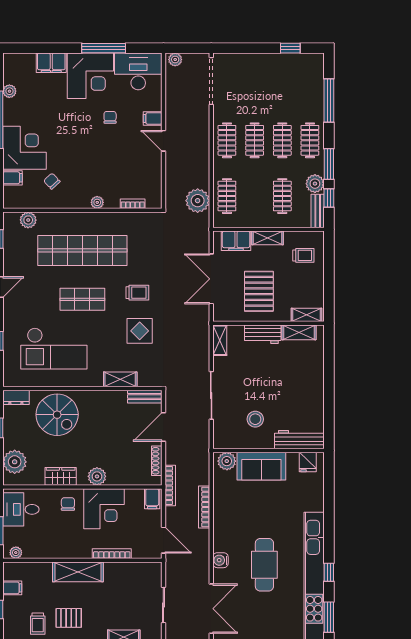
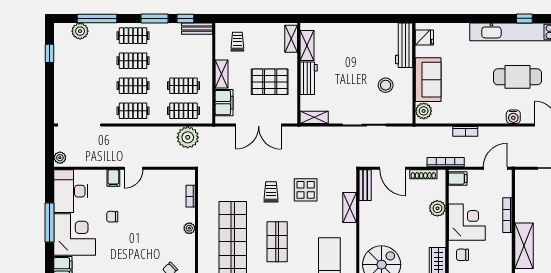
plant: (315, 184) -> (80, 31), moved
clothes rail: (282, 196) -> (184, 86), moved
plant: (97, 476) -> (437, 208), moved
bookcase: (204, 507) -> (465, 131), width x0.64

